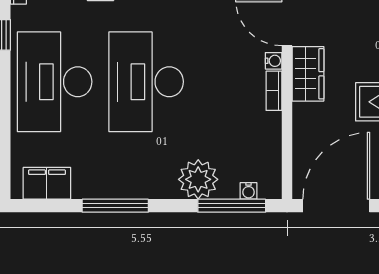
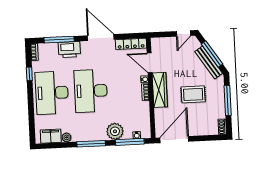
wardrobe: (308, 74) -> (160, 90), width x1.50
plant: (84, 188) -> (67, 137), added
window: (115, 206) -> (91, 144), moved

